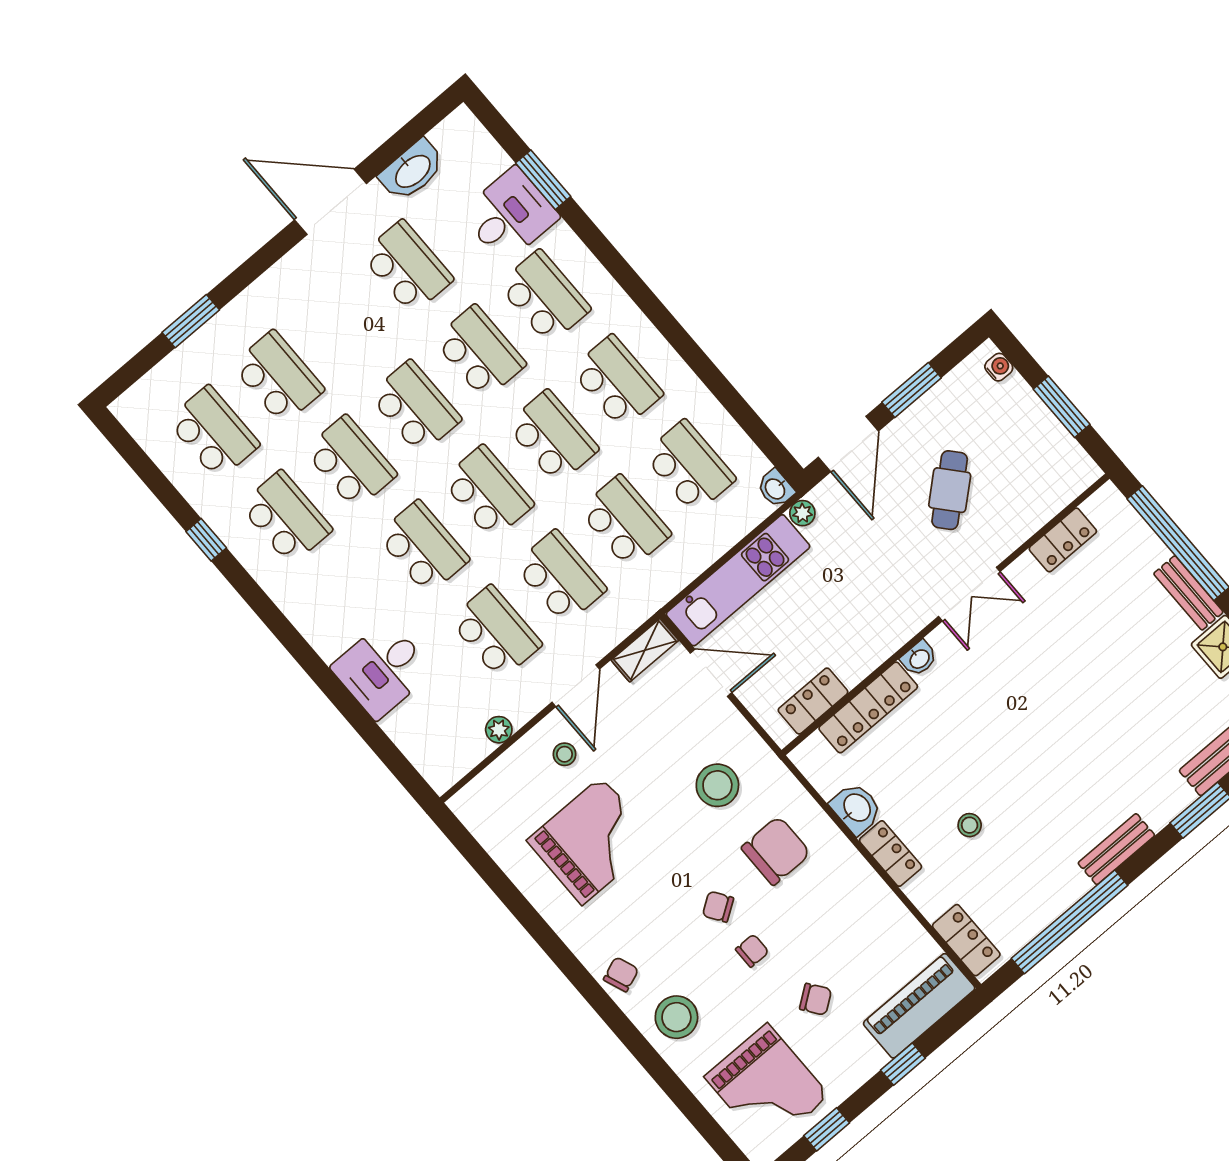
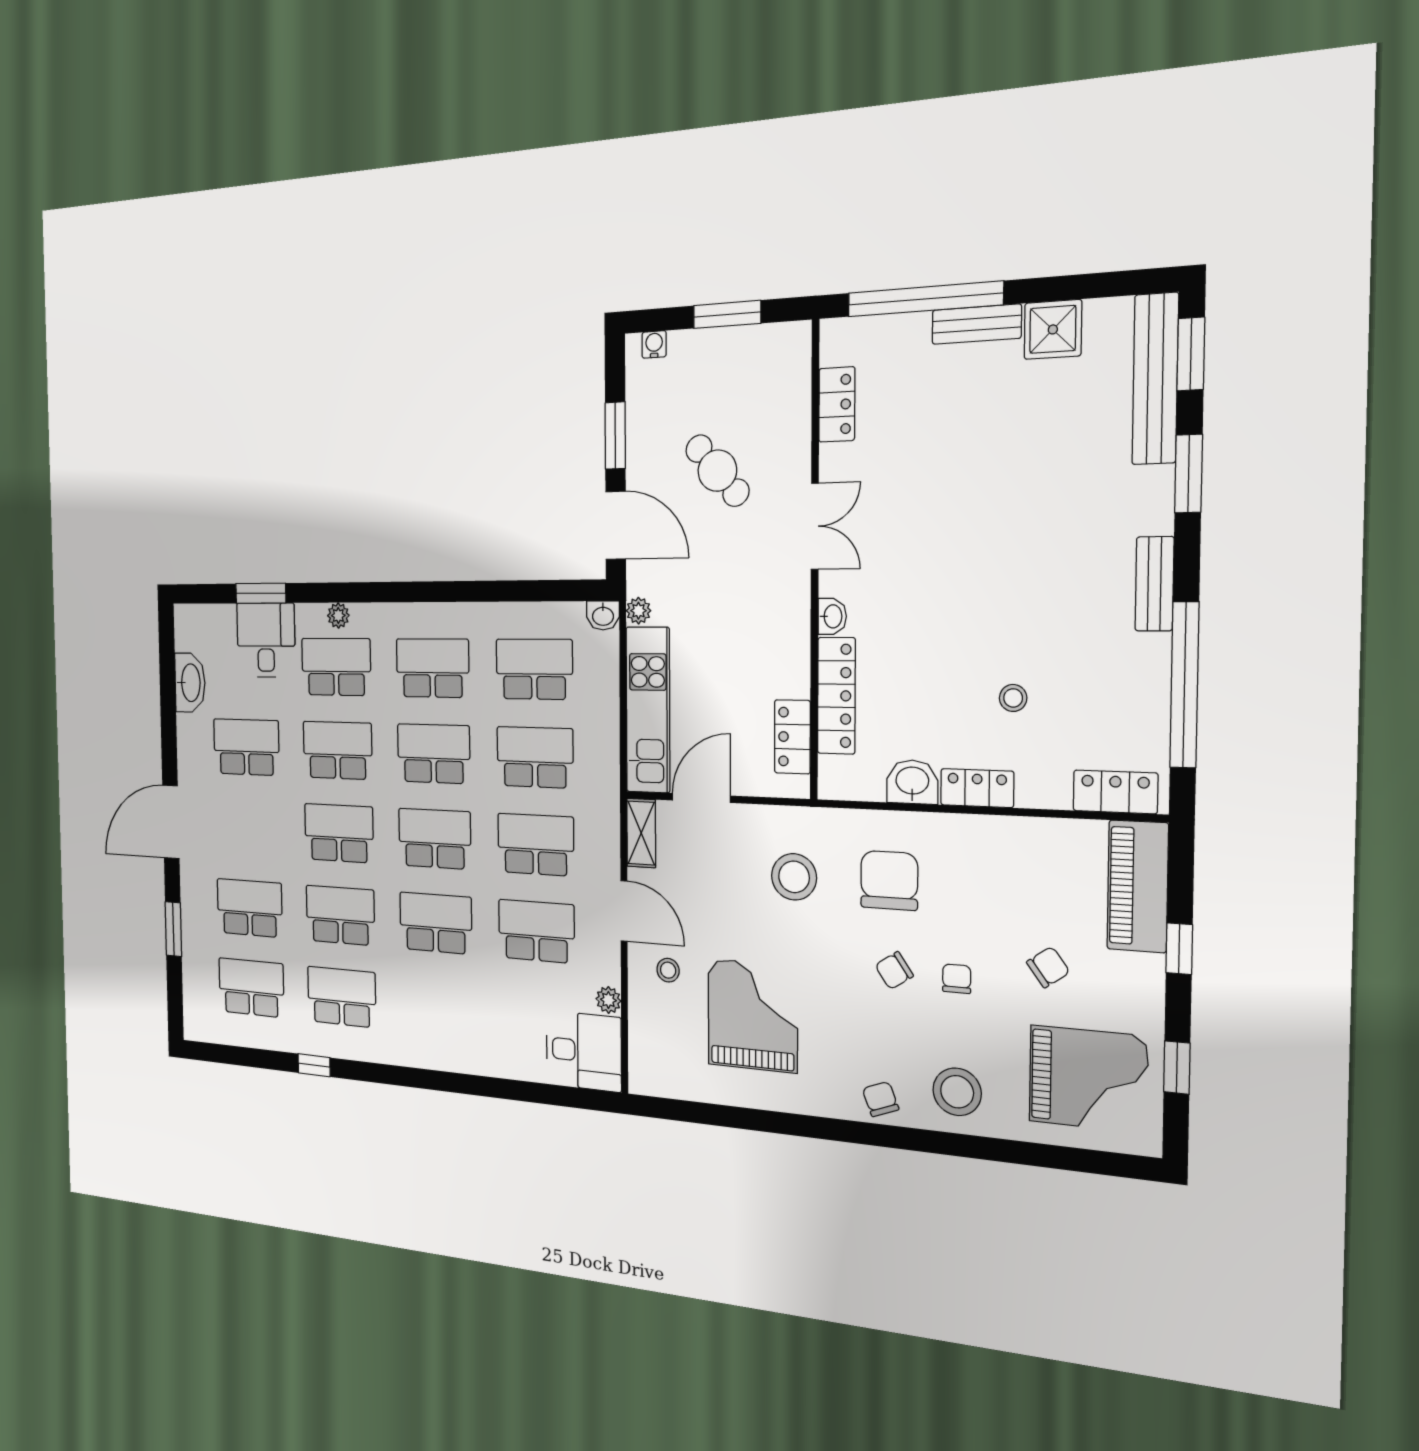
door: (331, 202) -> (171, 822), moved
plant: (586, 266) -> (338, 616), added
desk: (382, 669) -> (584, 1051), moved, turned -90

